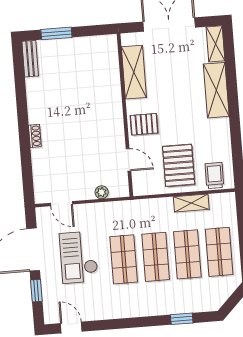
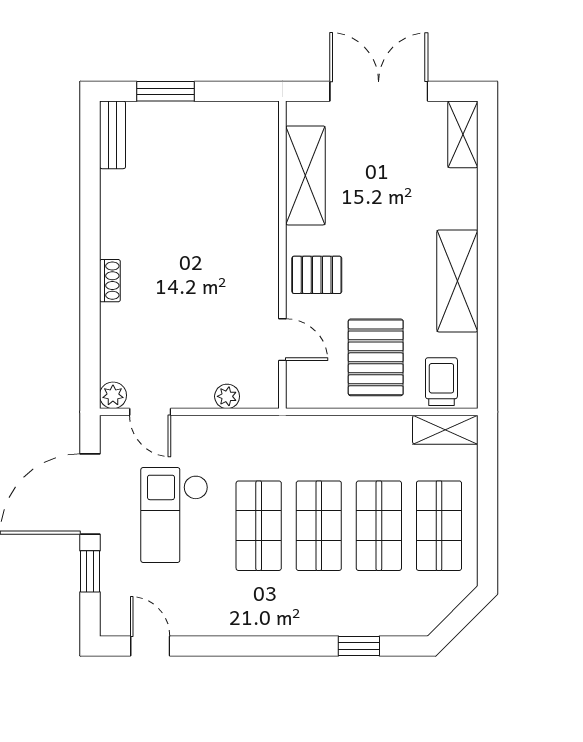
shelving: (216, 90) -> (457, 281), moved
plant: (41, 196) -> (113, 395), added
shelving: (191, 203) -> (445, 430), moved

